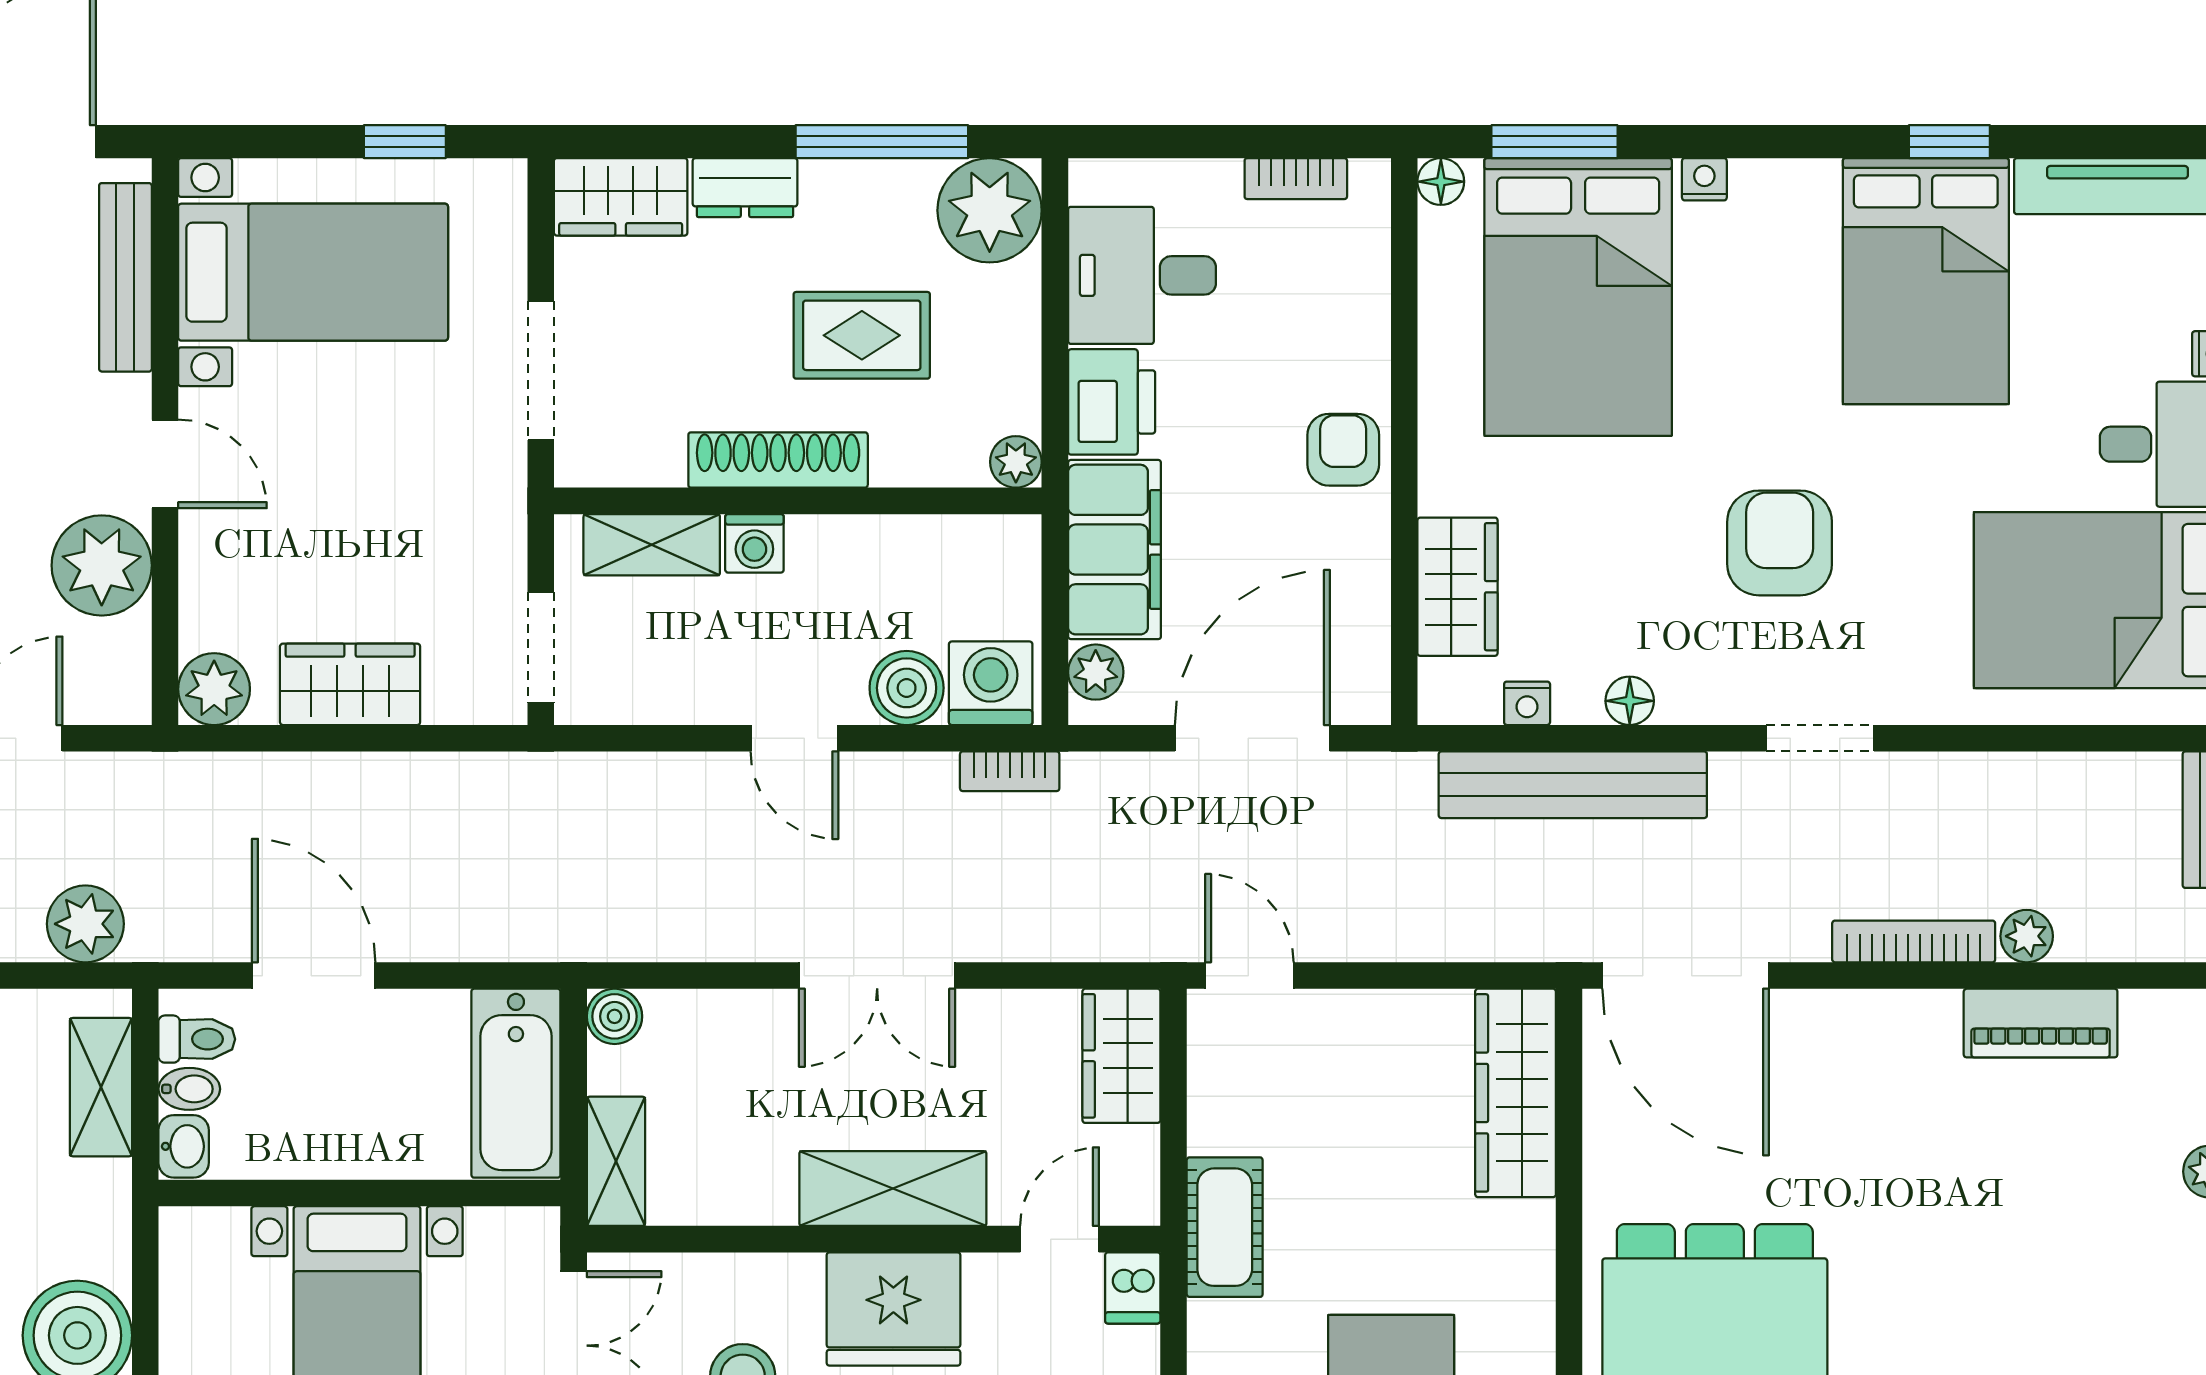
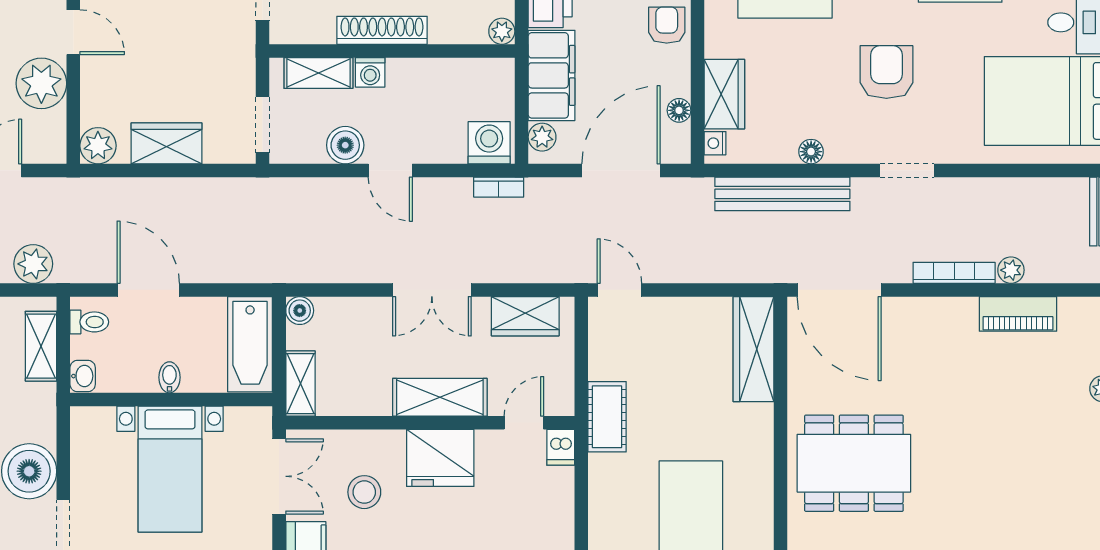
floor lamp: (1368, 619) -> (679, 110), added
boiler: (907, 688) -> (345, 145), moved
nightstand: (1527, 703) -> (715, 143), moved, turned 90
wardrobe: (1121, 1056) -> (525, 316), moved, turned -90
bidet: (189, 1089) -> (169, 377), moved, turned -90

